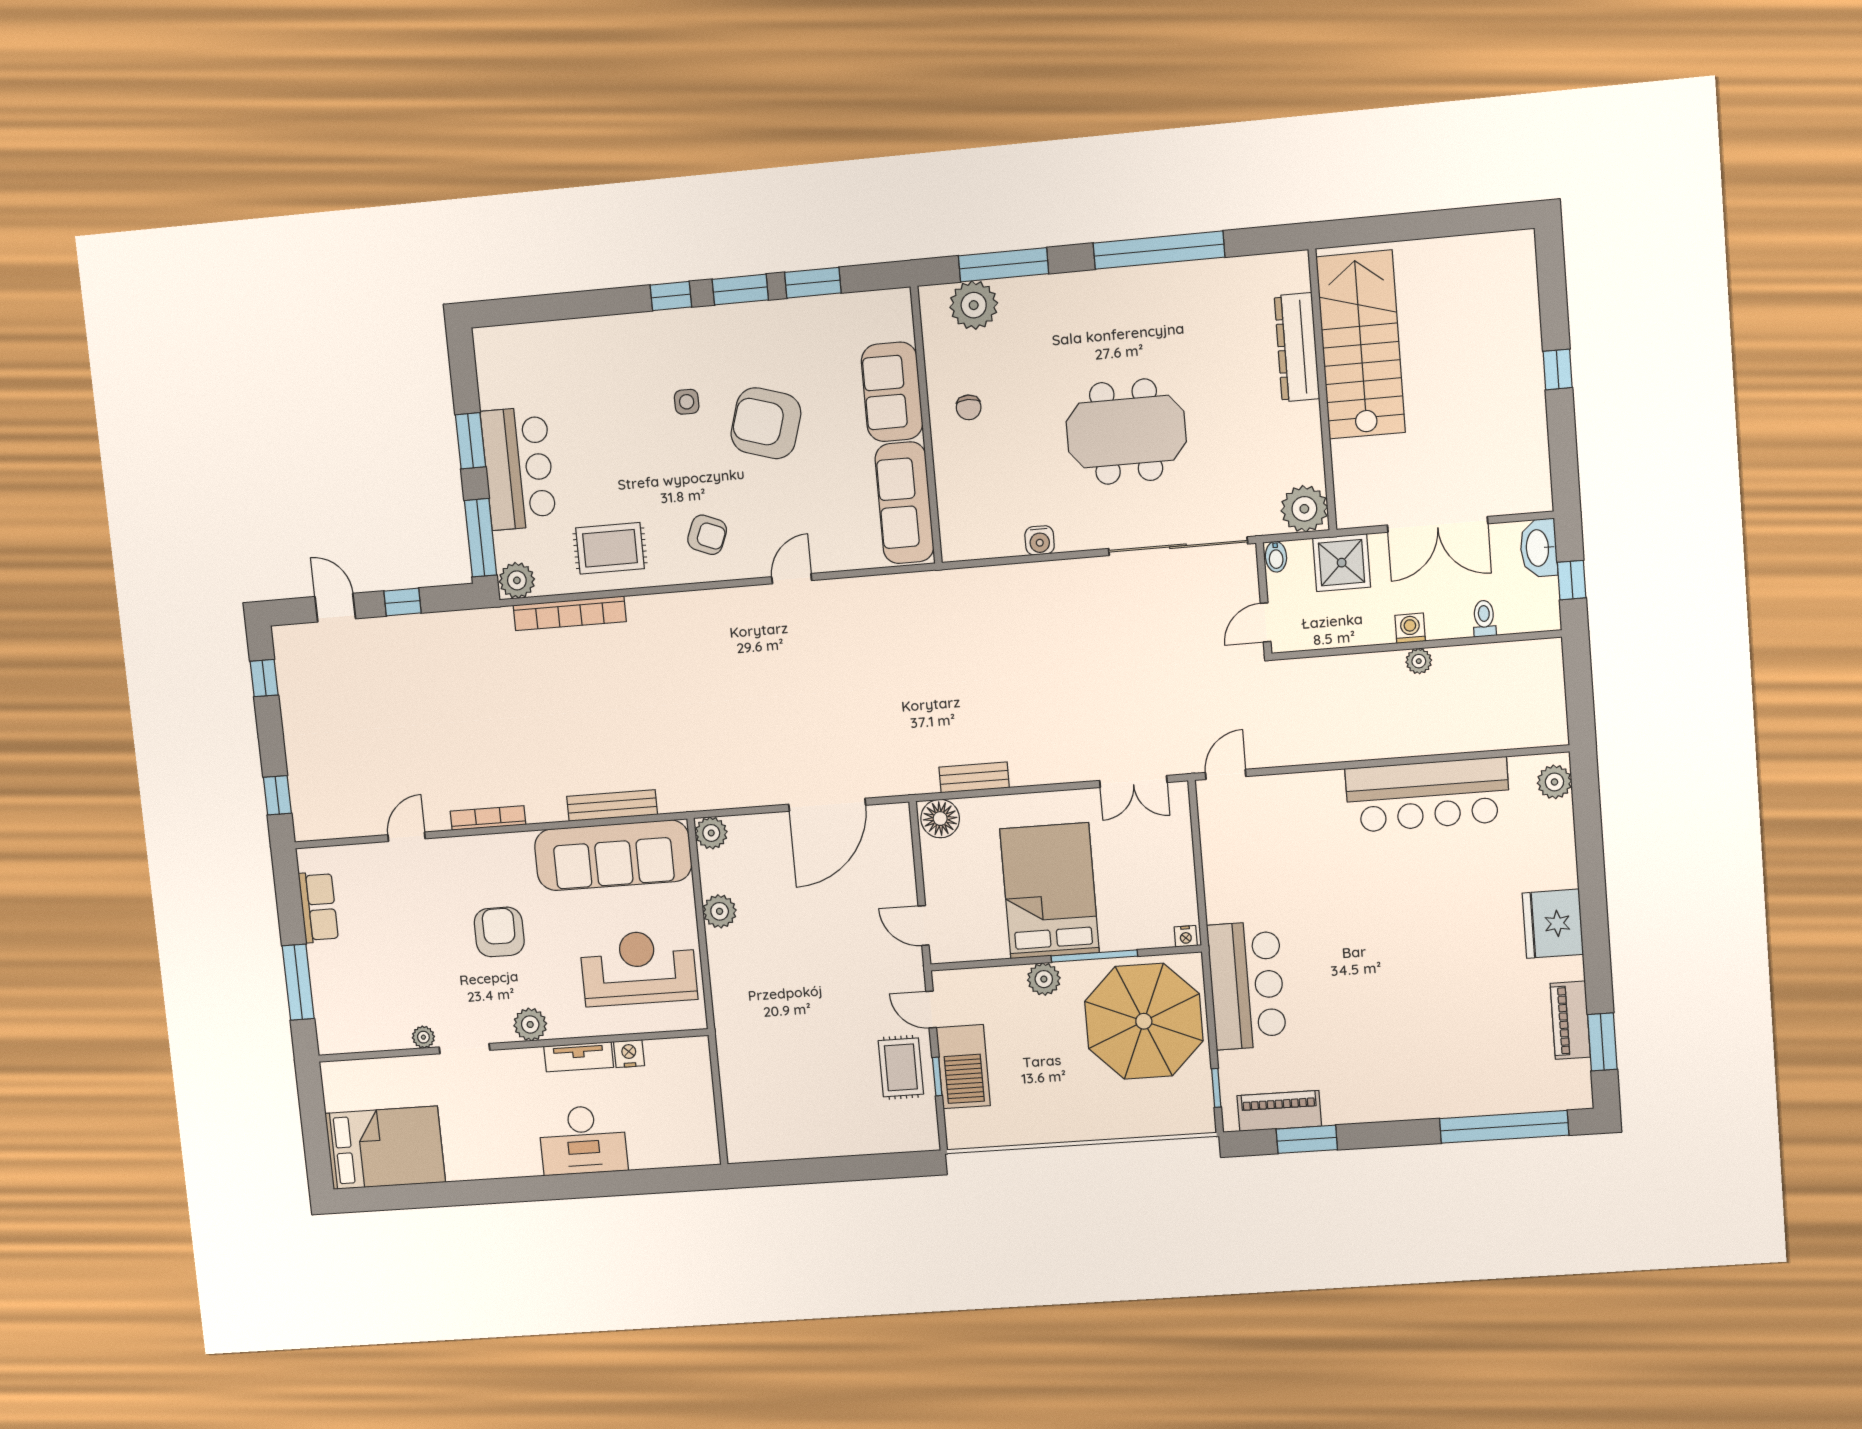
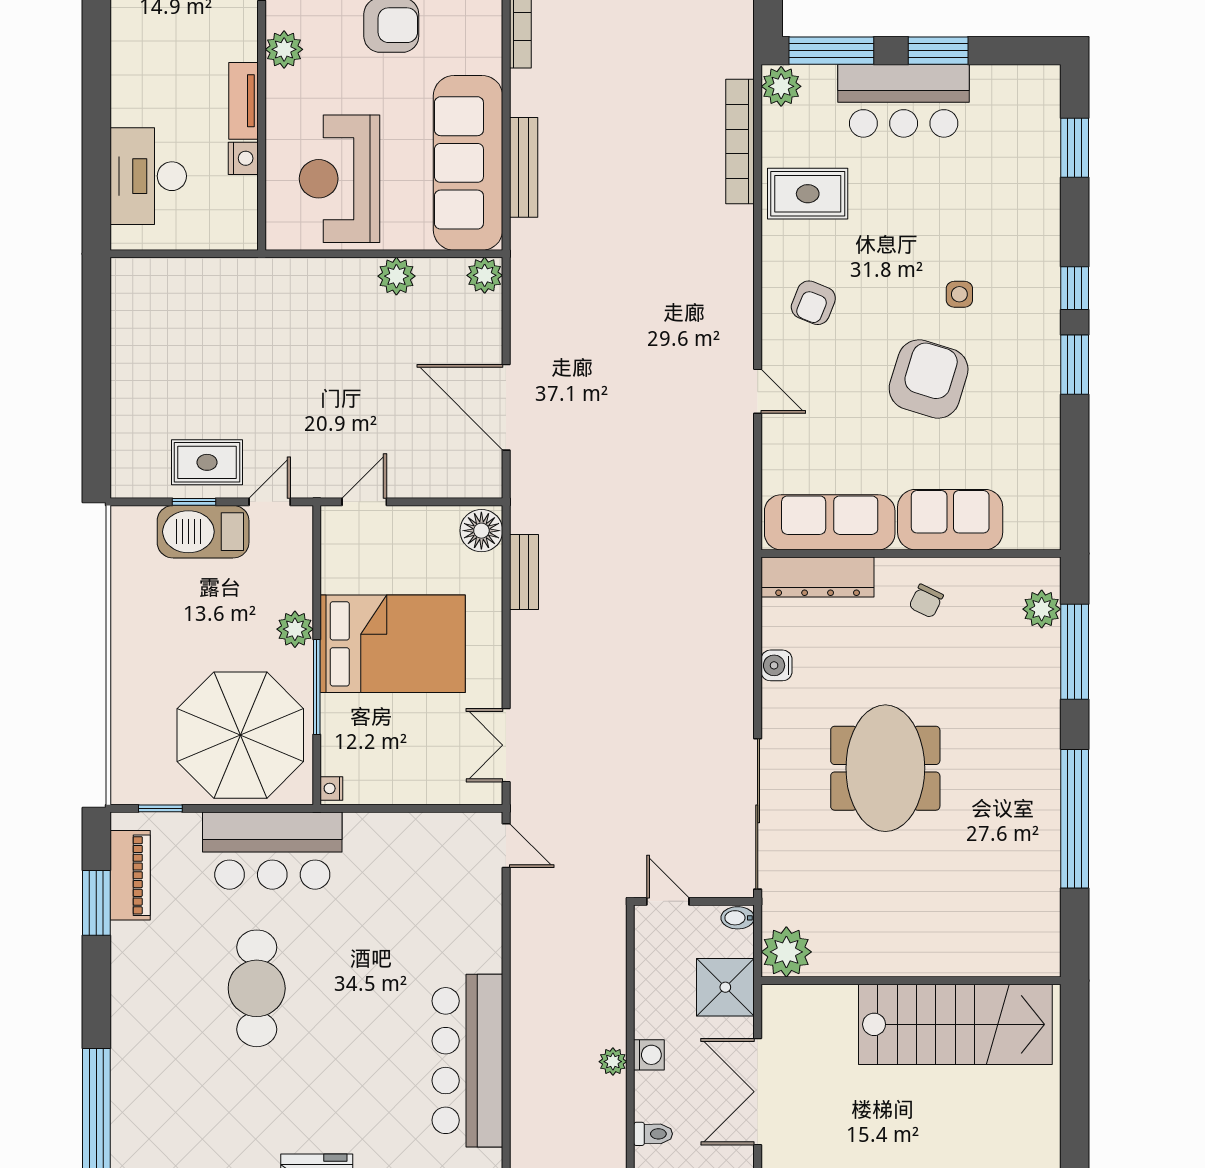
window: (813, 283) -> (1075, 148), moved
plant: (974, 305) -> (1042, 609), width x0.73, depth x0.73
dresser: (1297, 347) -> (818, 577), moved, turned 180
chair: (969, 407) -> (926, 601), turned -64
rug: (610, 548) -> (808, 194), turned 90
reception desk: (638, 968) -> (340, 179), turned 180
cafe table: (1374, 991) -> (257, 988), added
desk: (583, 1140) -> (148, 176), moved

